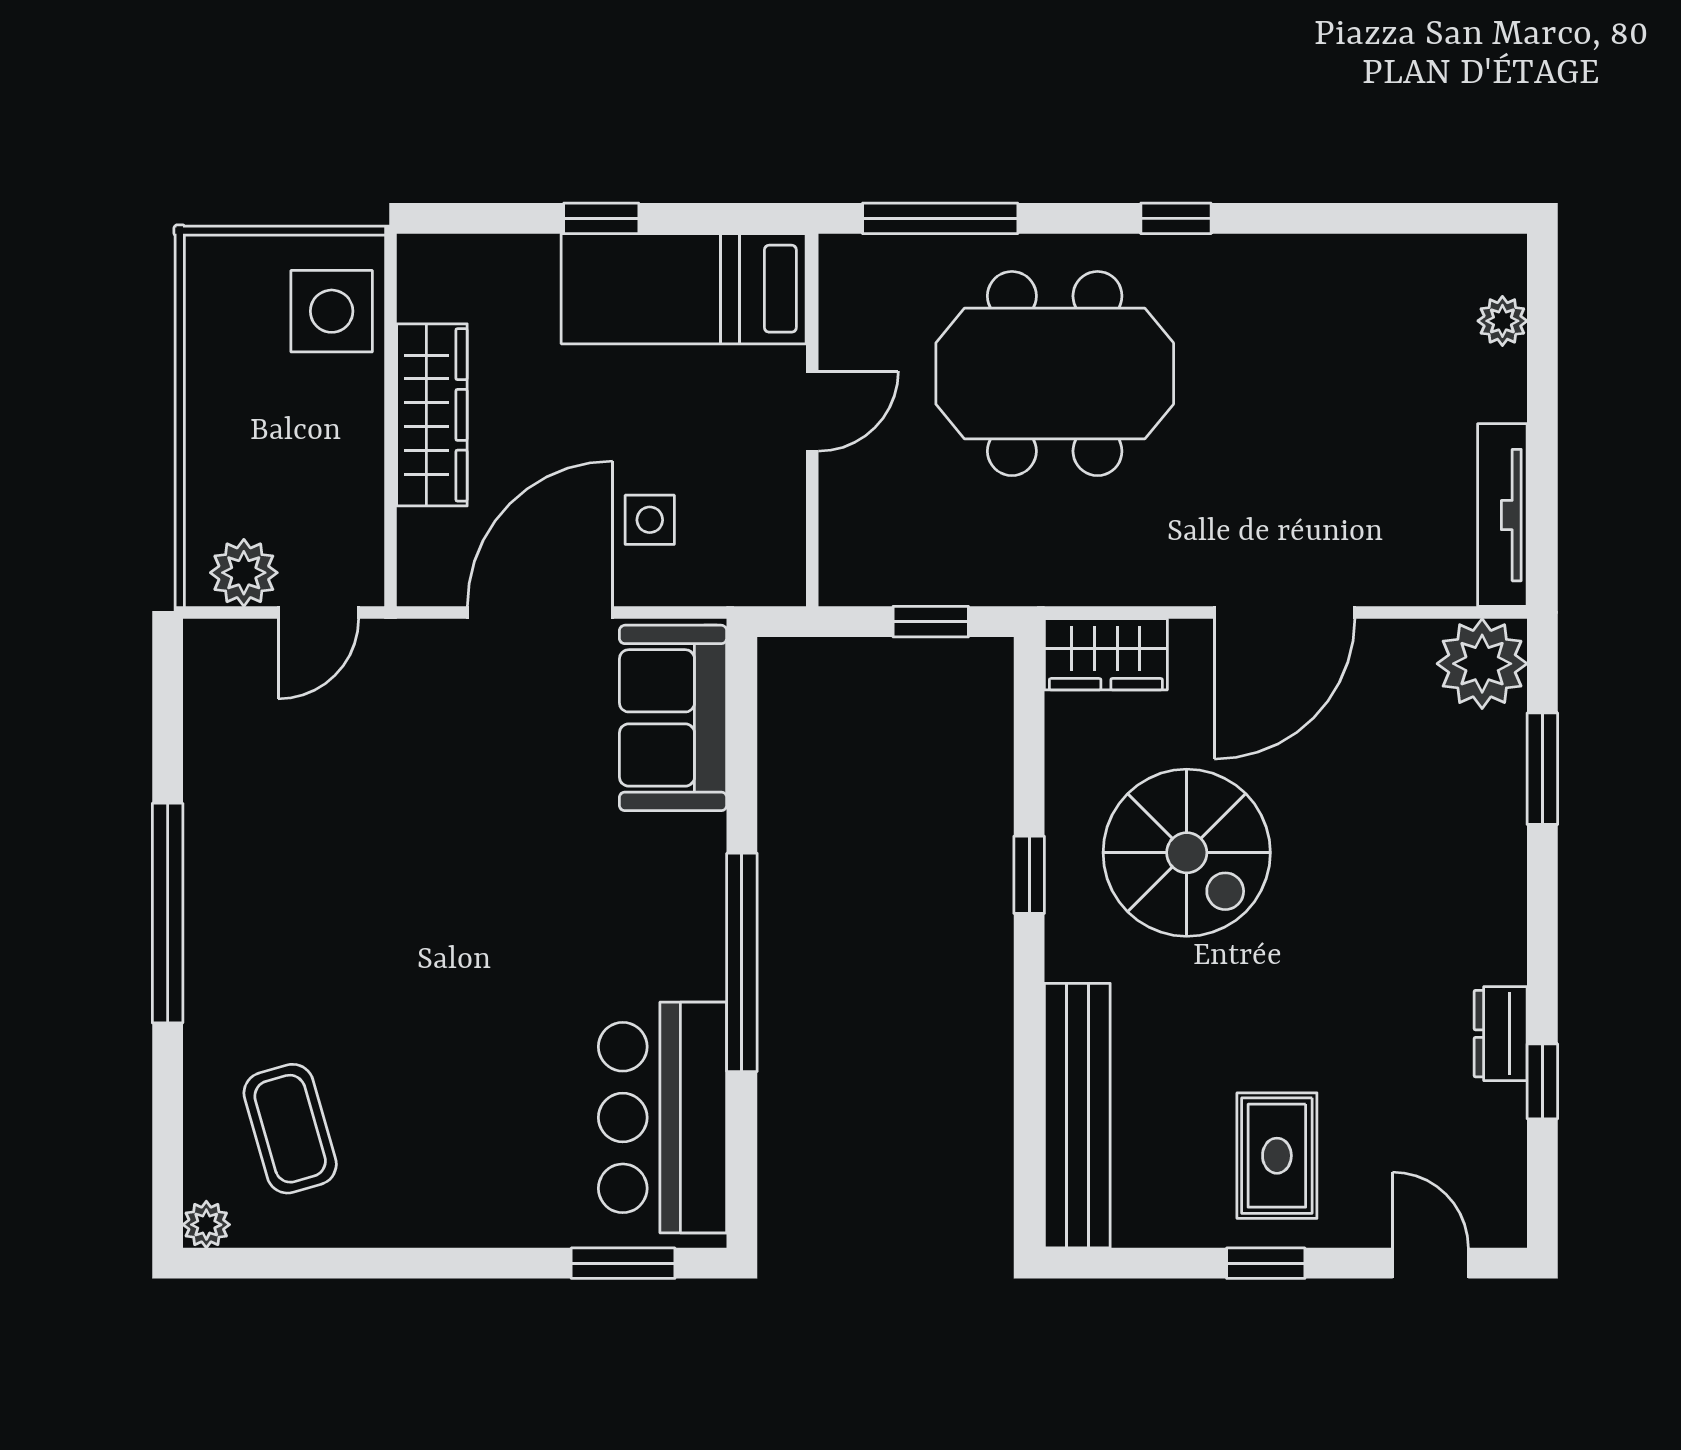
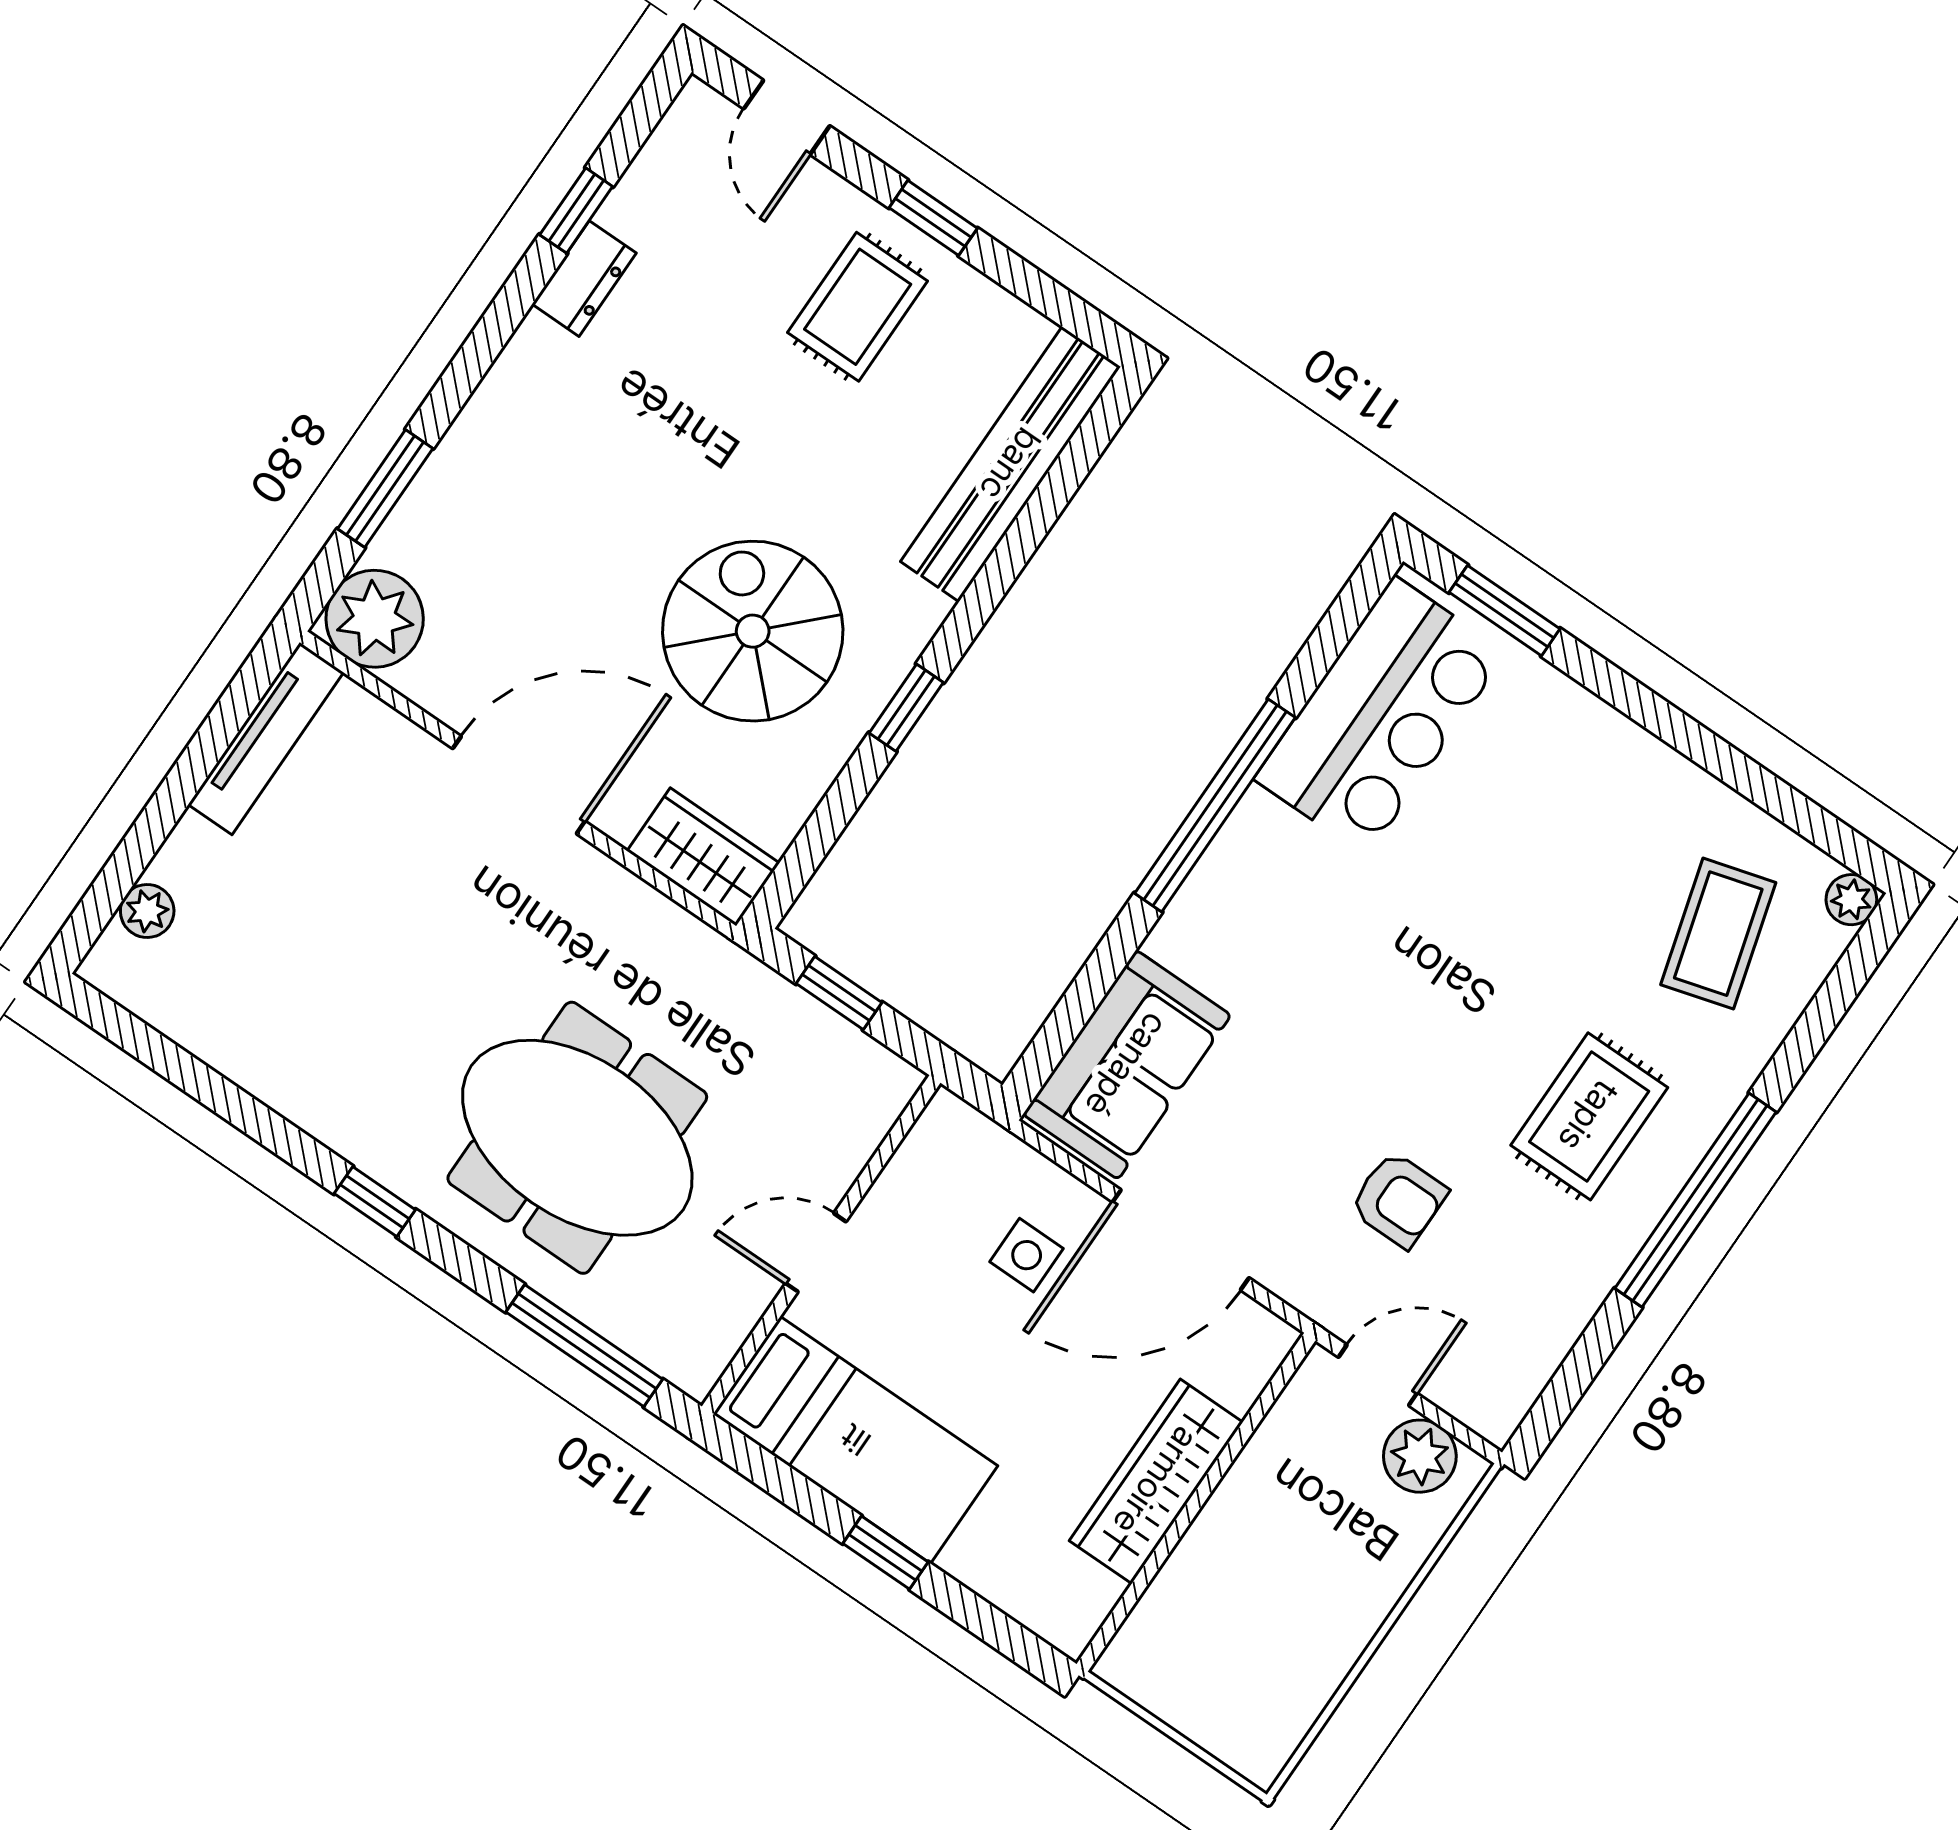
side table: (332, 311) -> (1182, 1635), removed
armchair: (395, 758) -> (1398, 1200), added
rug: (293, 921) -> (1589, 1116), added

